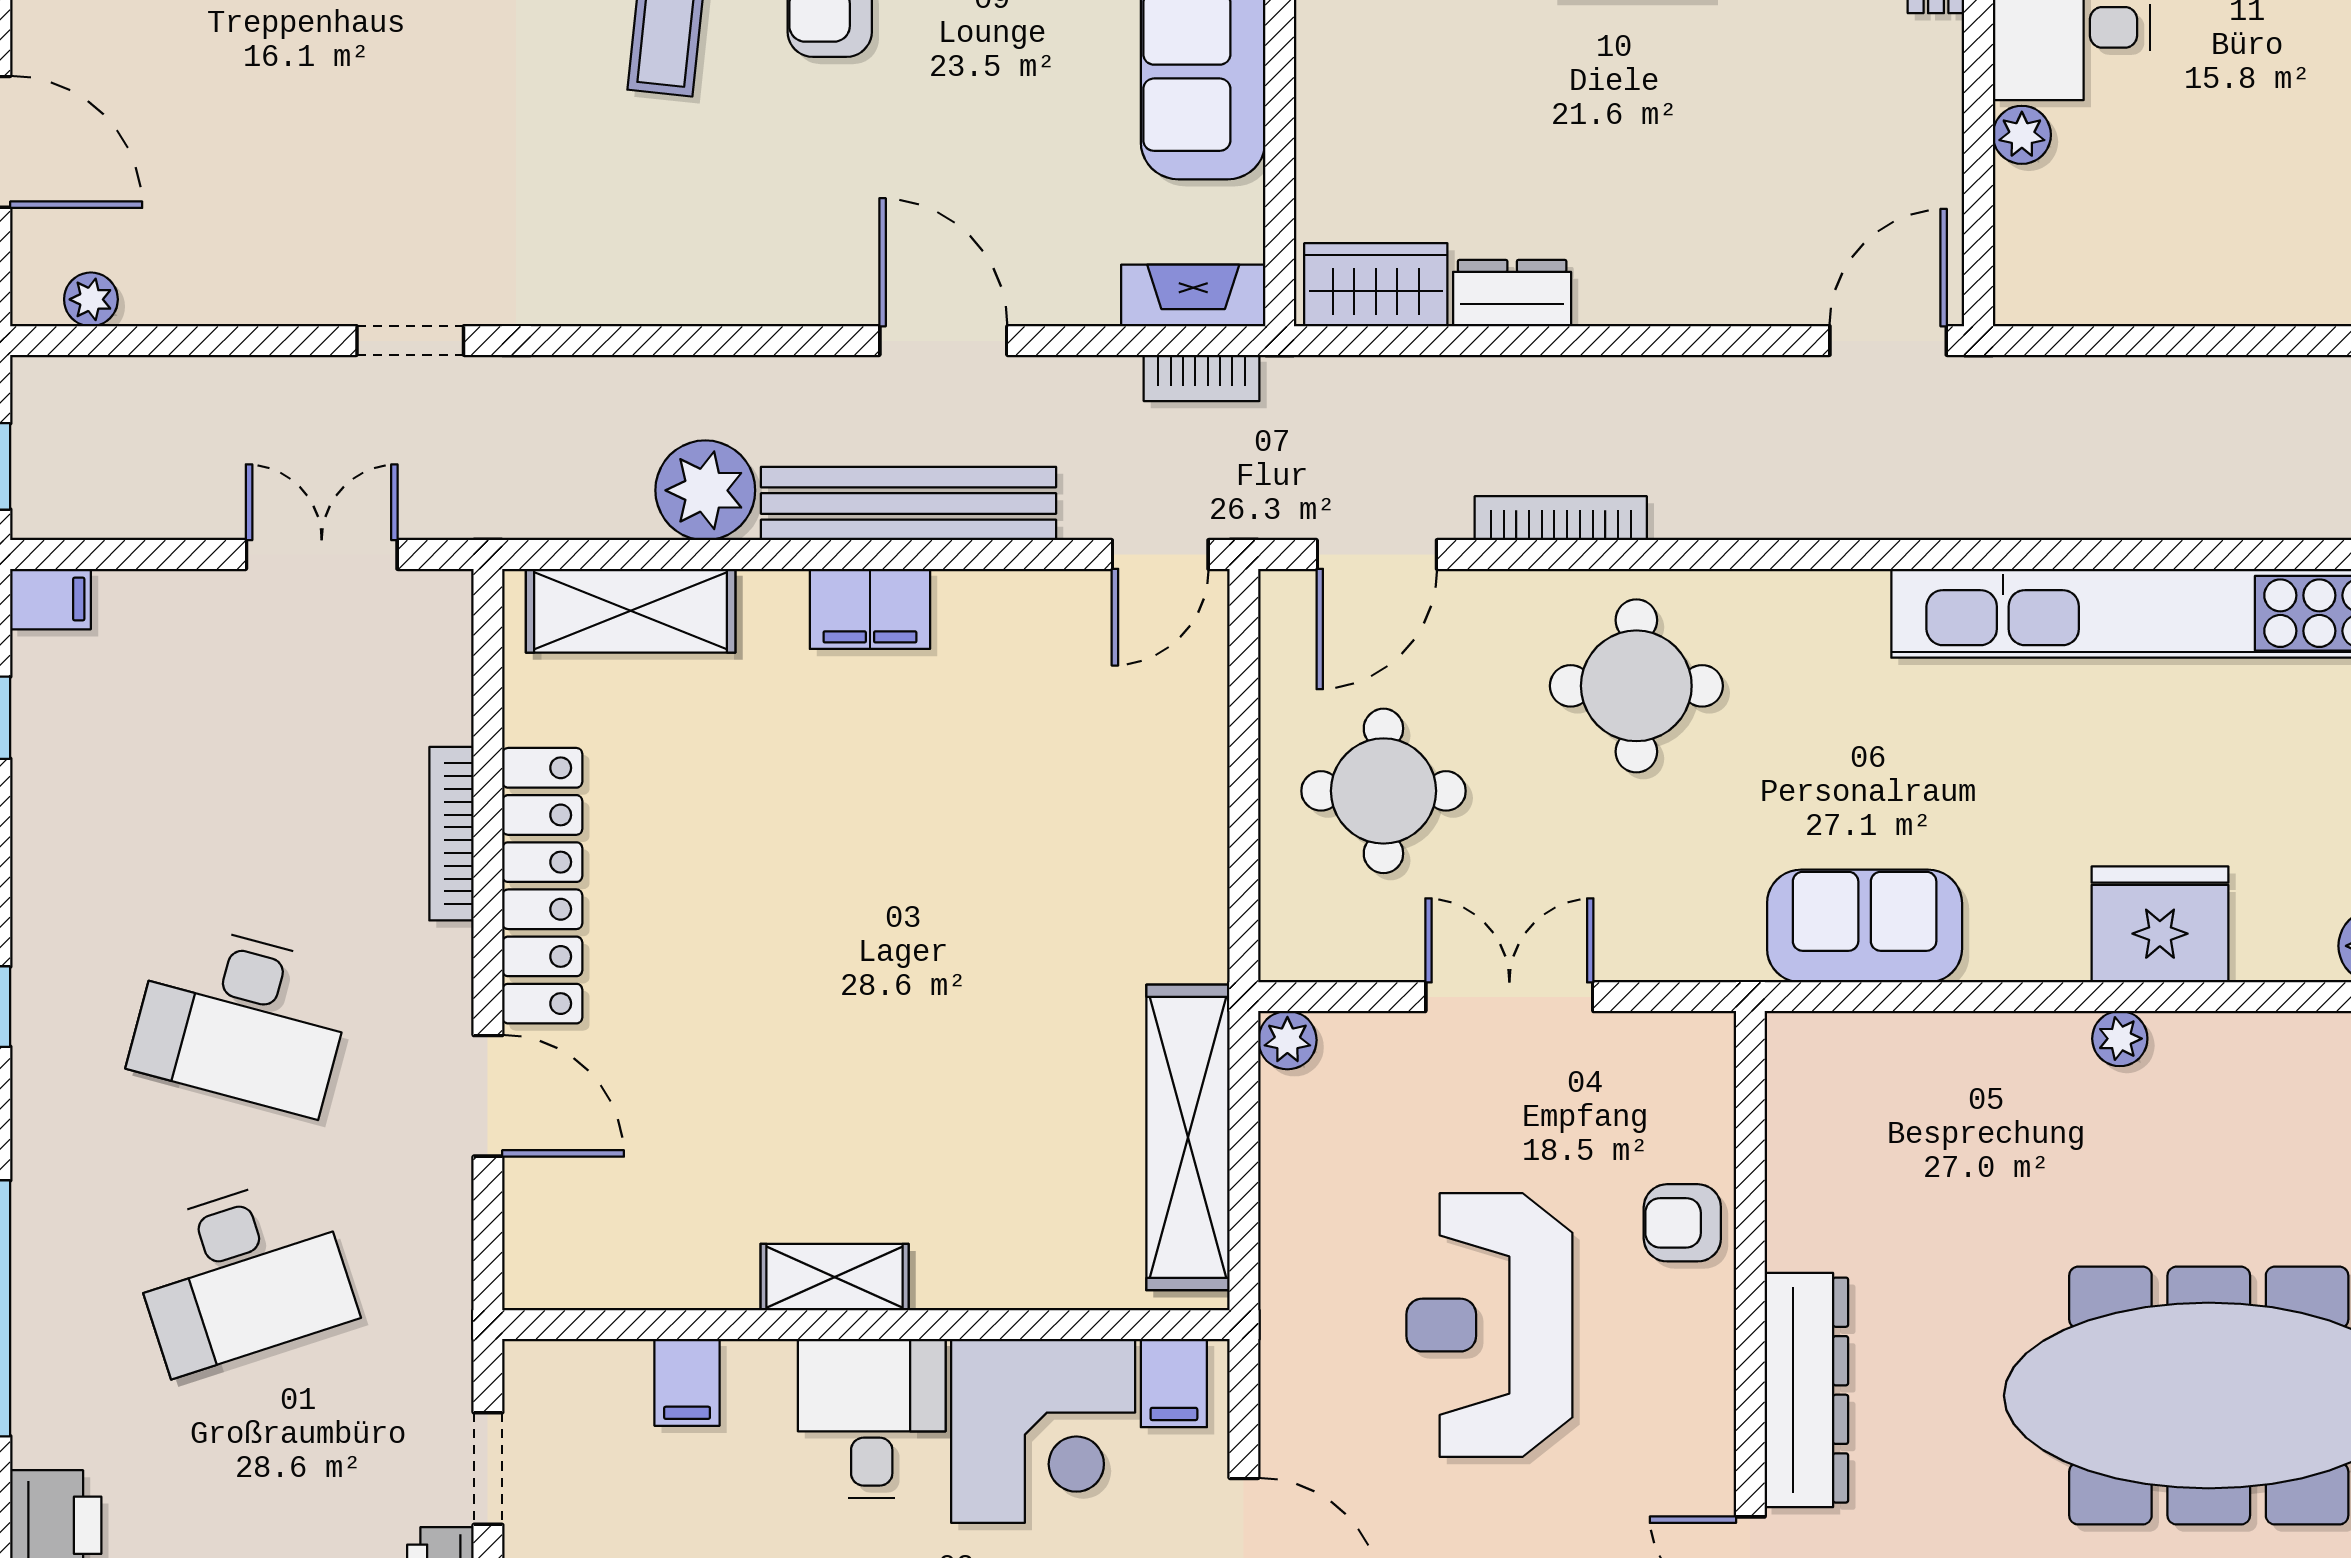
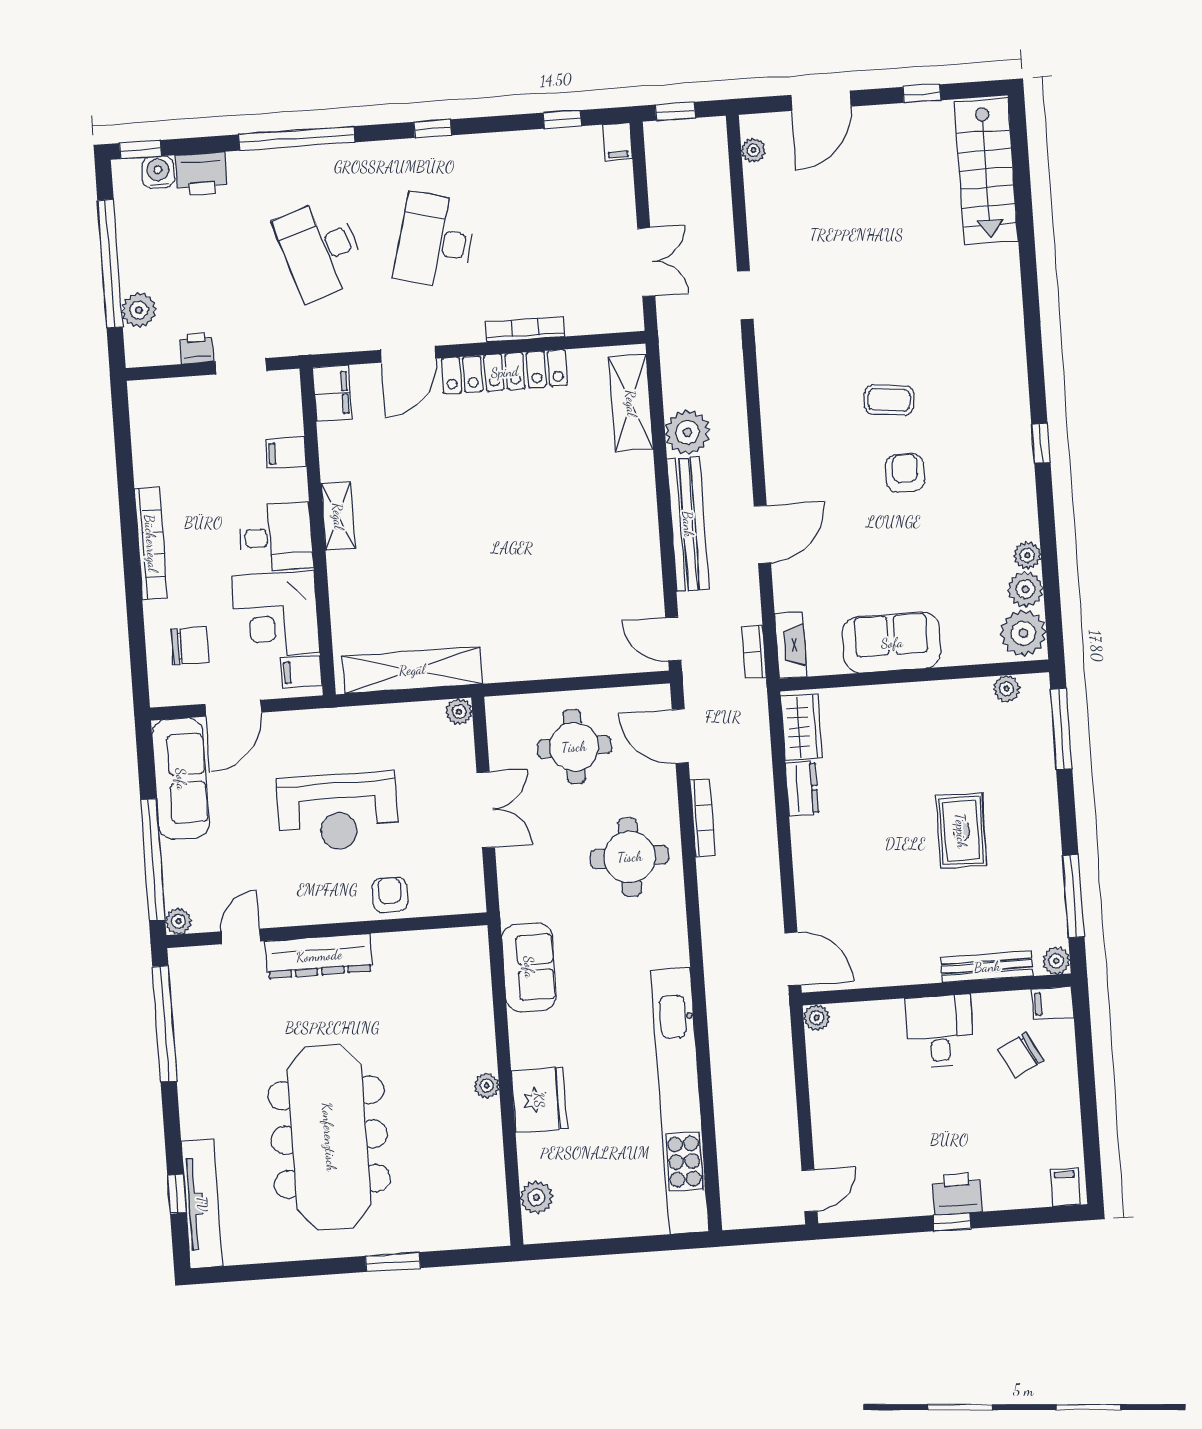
plant: (2022, 135) -> (817, 1018), moved
filing cabinet: (870, 609) -> (332, 393), moved, turned 180
reception desk: (1489, 1325) -> (338, 812), turned 180

